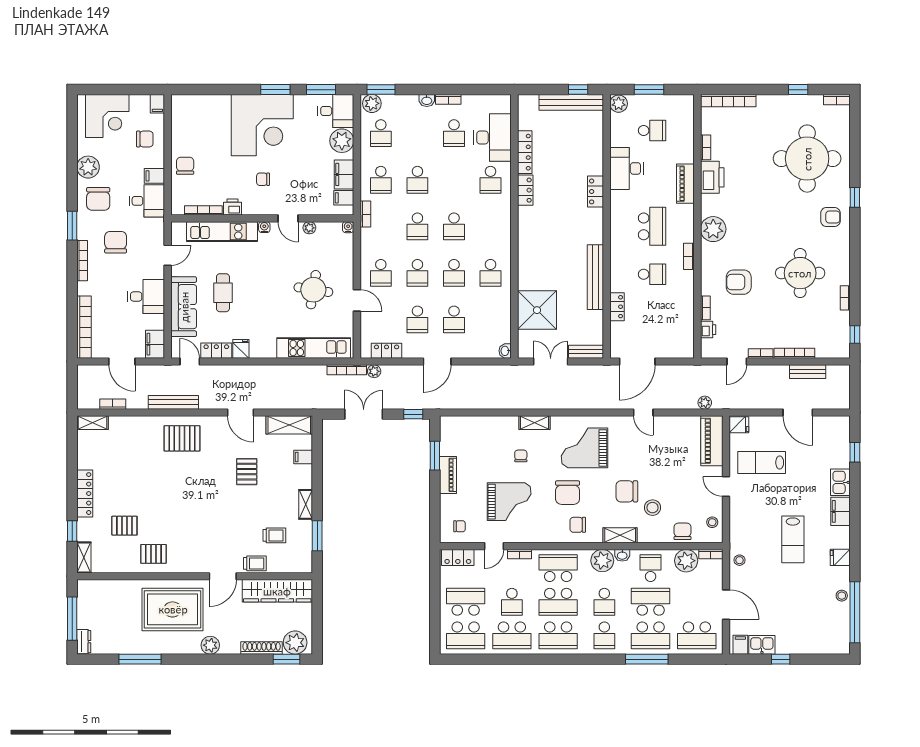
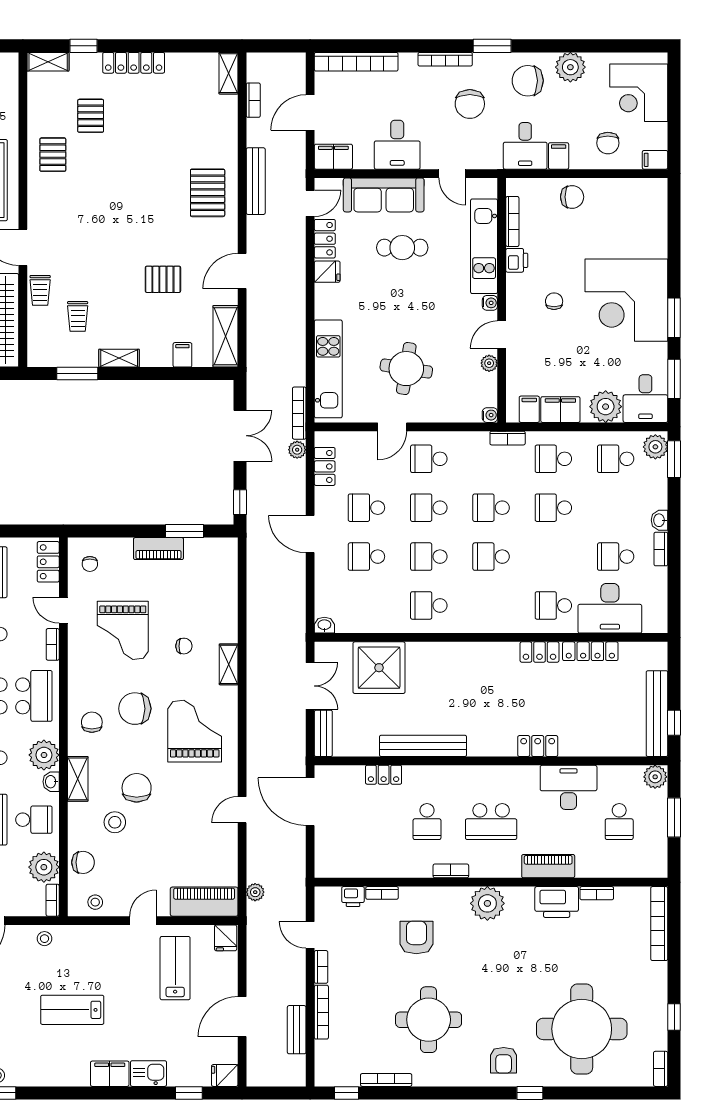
chair: (116, 242) -> (470, 104), turned 90
bookcase: (845, 298) -> (386, 1080), width x1.56
fridge: (840, 557) -> (225, 1075), moved, turned -90

